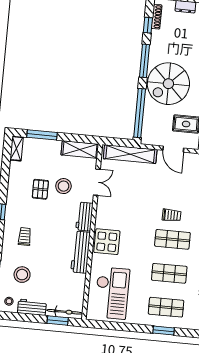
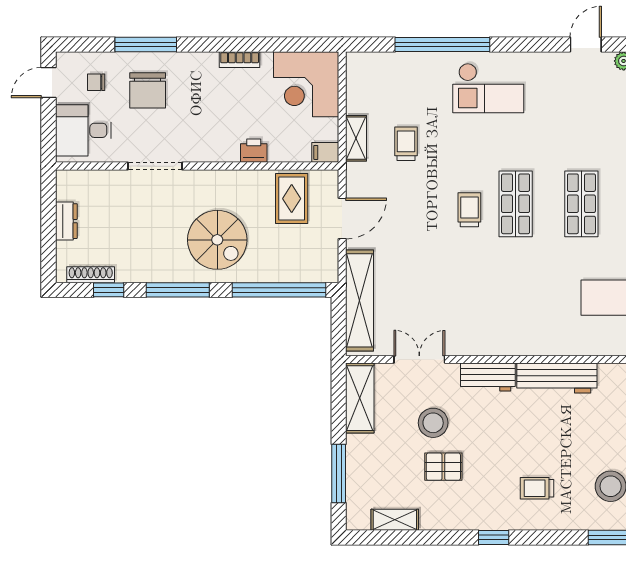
spiral stairs: (168, 84) -> (217, 240), width x0.73, depth x0.73
shelving: (17, 149) -> (395, 520), moved
display table: (107, 242) -> (532, 329), removed

